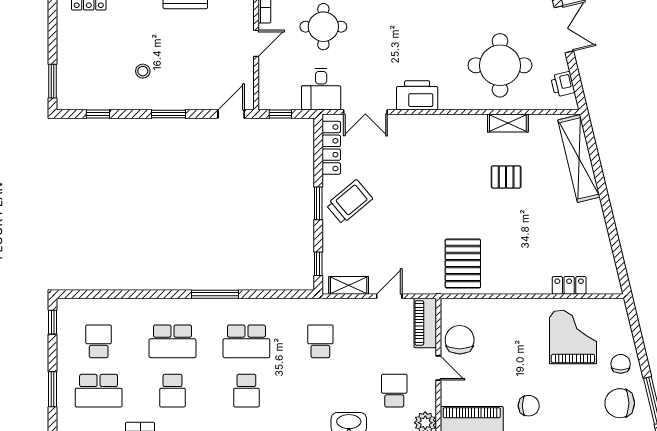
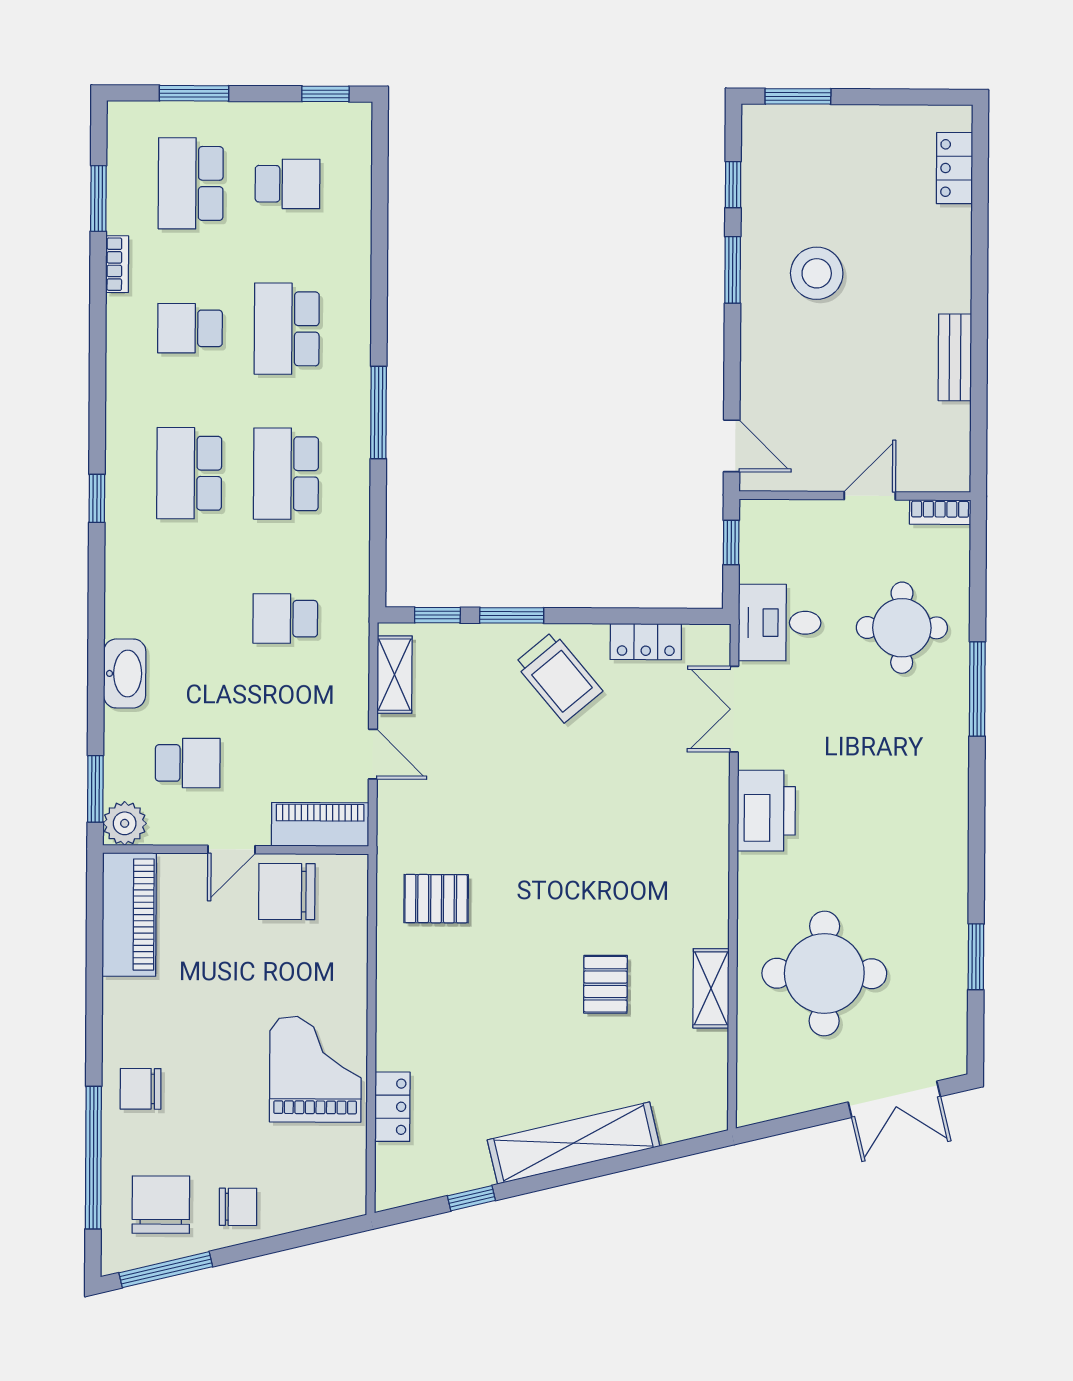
door: (256, 43) -> (870, 496), swing flipped
stool: (143, 71) -> (817, 273), width x1.89, depth x1.89
printer: (563, 84) -> (787, 1096), removed
window: (169, 114) -> (733, 270), moved
locker: (331, 148) -> (646, 642), width x0.66
shelving: (579, 158) -> (574, 1143), moved
window: (318, 203) -> (512, 615), moved
window: (616, 245) -> (471, 1198), added
pallet: (463, 264) -> (436, 899), width x0.67, depth x0.71
grand piano: (573, 337) -> (315, 1069), moved, turned -90
chair: (460, 340) -> (287, 892), turned 180
school desk: (320, 341) -> (285, 619), turned 180
school desk: (246, 391) -> (189, 473), width x1.85
chair: (529, 406) -> (141, 1089), moved, turned 90

